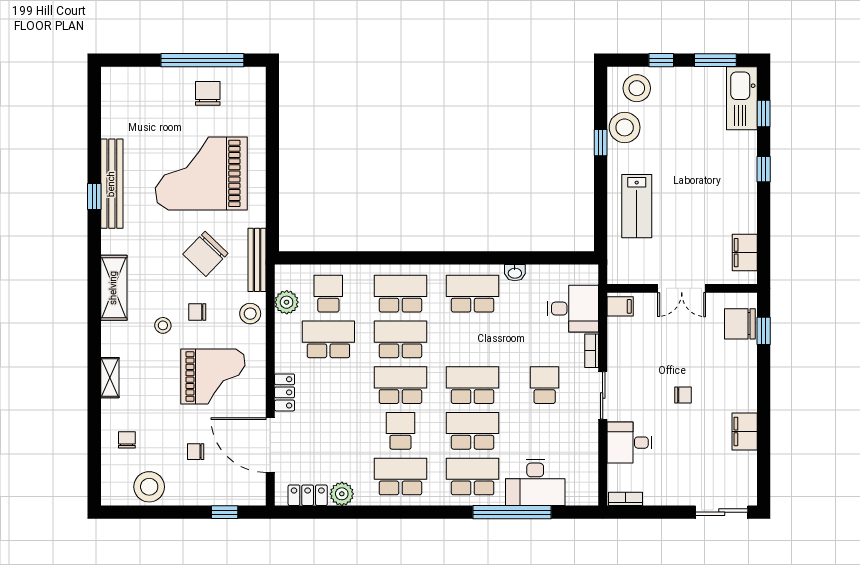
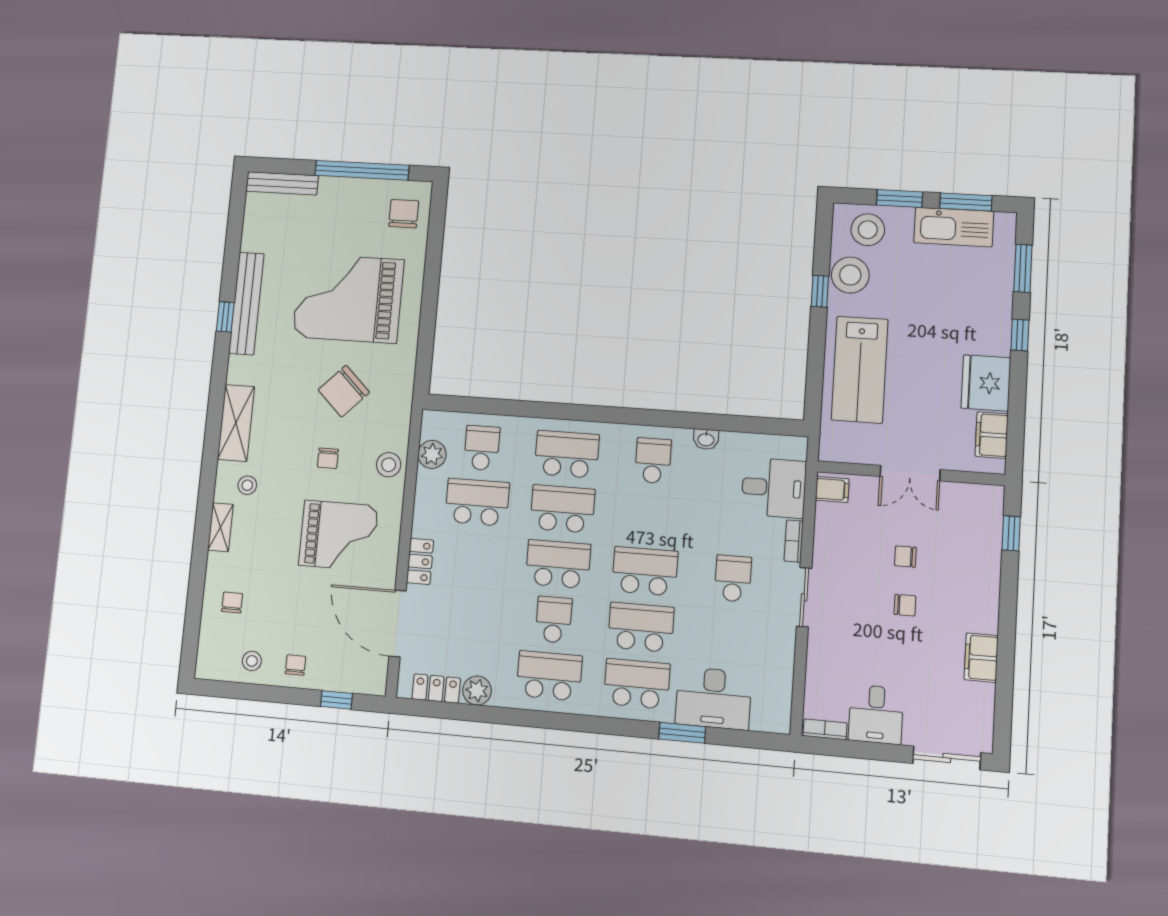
window: (661, 60) -> (900, 198), width x1.50
chair: (208, 93) -> (404, 214), moved
kitchen sink: (742, 98) -> (954, 227), moved, turned -90
window: (764, 113) -> (1023, 268), width x1.50
lab bench: (637, 206) -> (860, 370), width x1.36, depth x1.39
fridge: (738, 210) -> (986, 383), added
bench: (257, 260) -> (282, 183), moved, turned 90
school desk: (473, 294) -> (653, 461), width x0.54
chair: (197, 312) -> (328, 458), turned -90
chair: (740, 324) -> (905, 557), moved, width x0.54, depth x0.54
stool: (163, 325) -> (247, 485), moved
desk: (629, 443) -> (876, 714), moved, turned -90
chair: (196, 452) -> (295, 665), moved, turned 90
stool: (149, 487) -> (252, 661), width x0.53, depth x0.53
window: (512, 512) -> (682, 733), width x0.47

